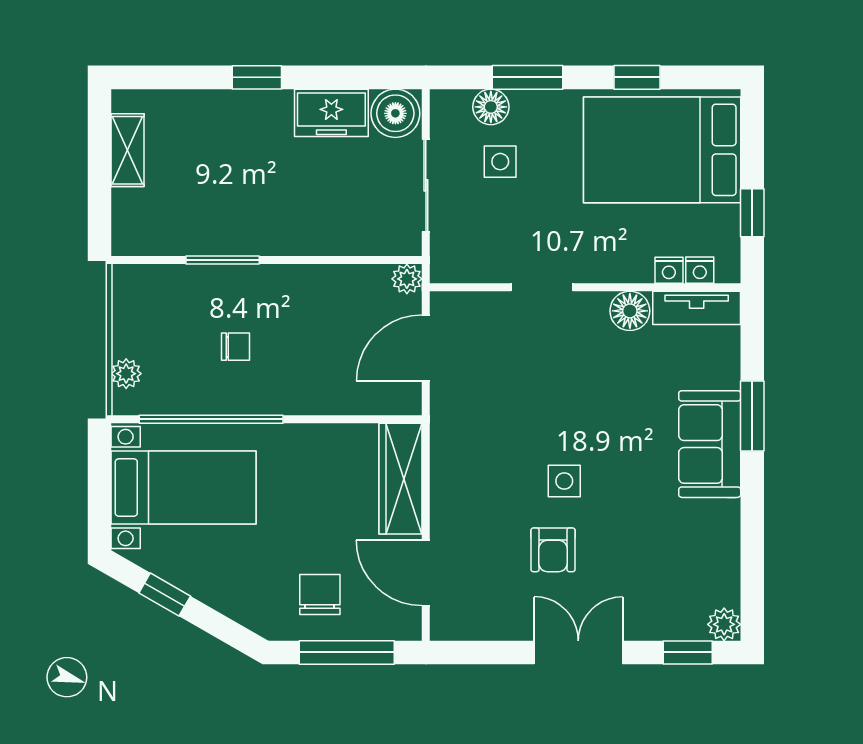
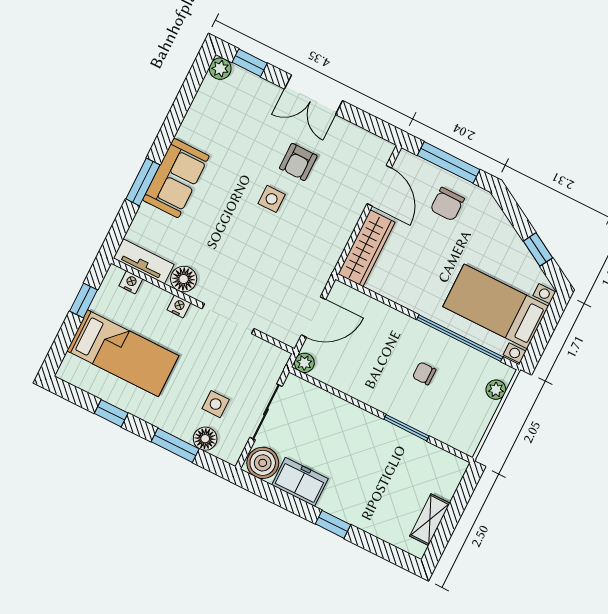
bed: (662, 150) -> (123, 353), width x0.67
nightstand: (669, 270) -> (179, 306), moved
doorway: (542, 287) -> (228, 319), width x1.38
armchair: (553, 550) -> (298, 162), turned 180

